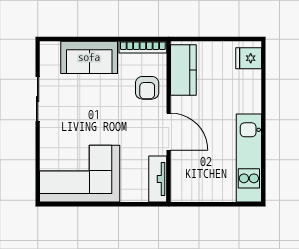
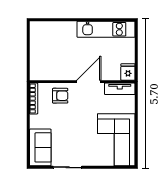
sofa: (89, 57) -> (40, 147), moved
fridge: (249, 58) -> (128, 72), moved, turned 180
kitchen counter: (183, 70) -> (48, 72), removed

